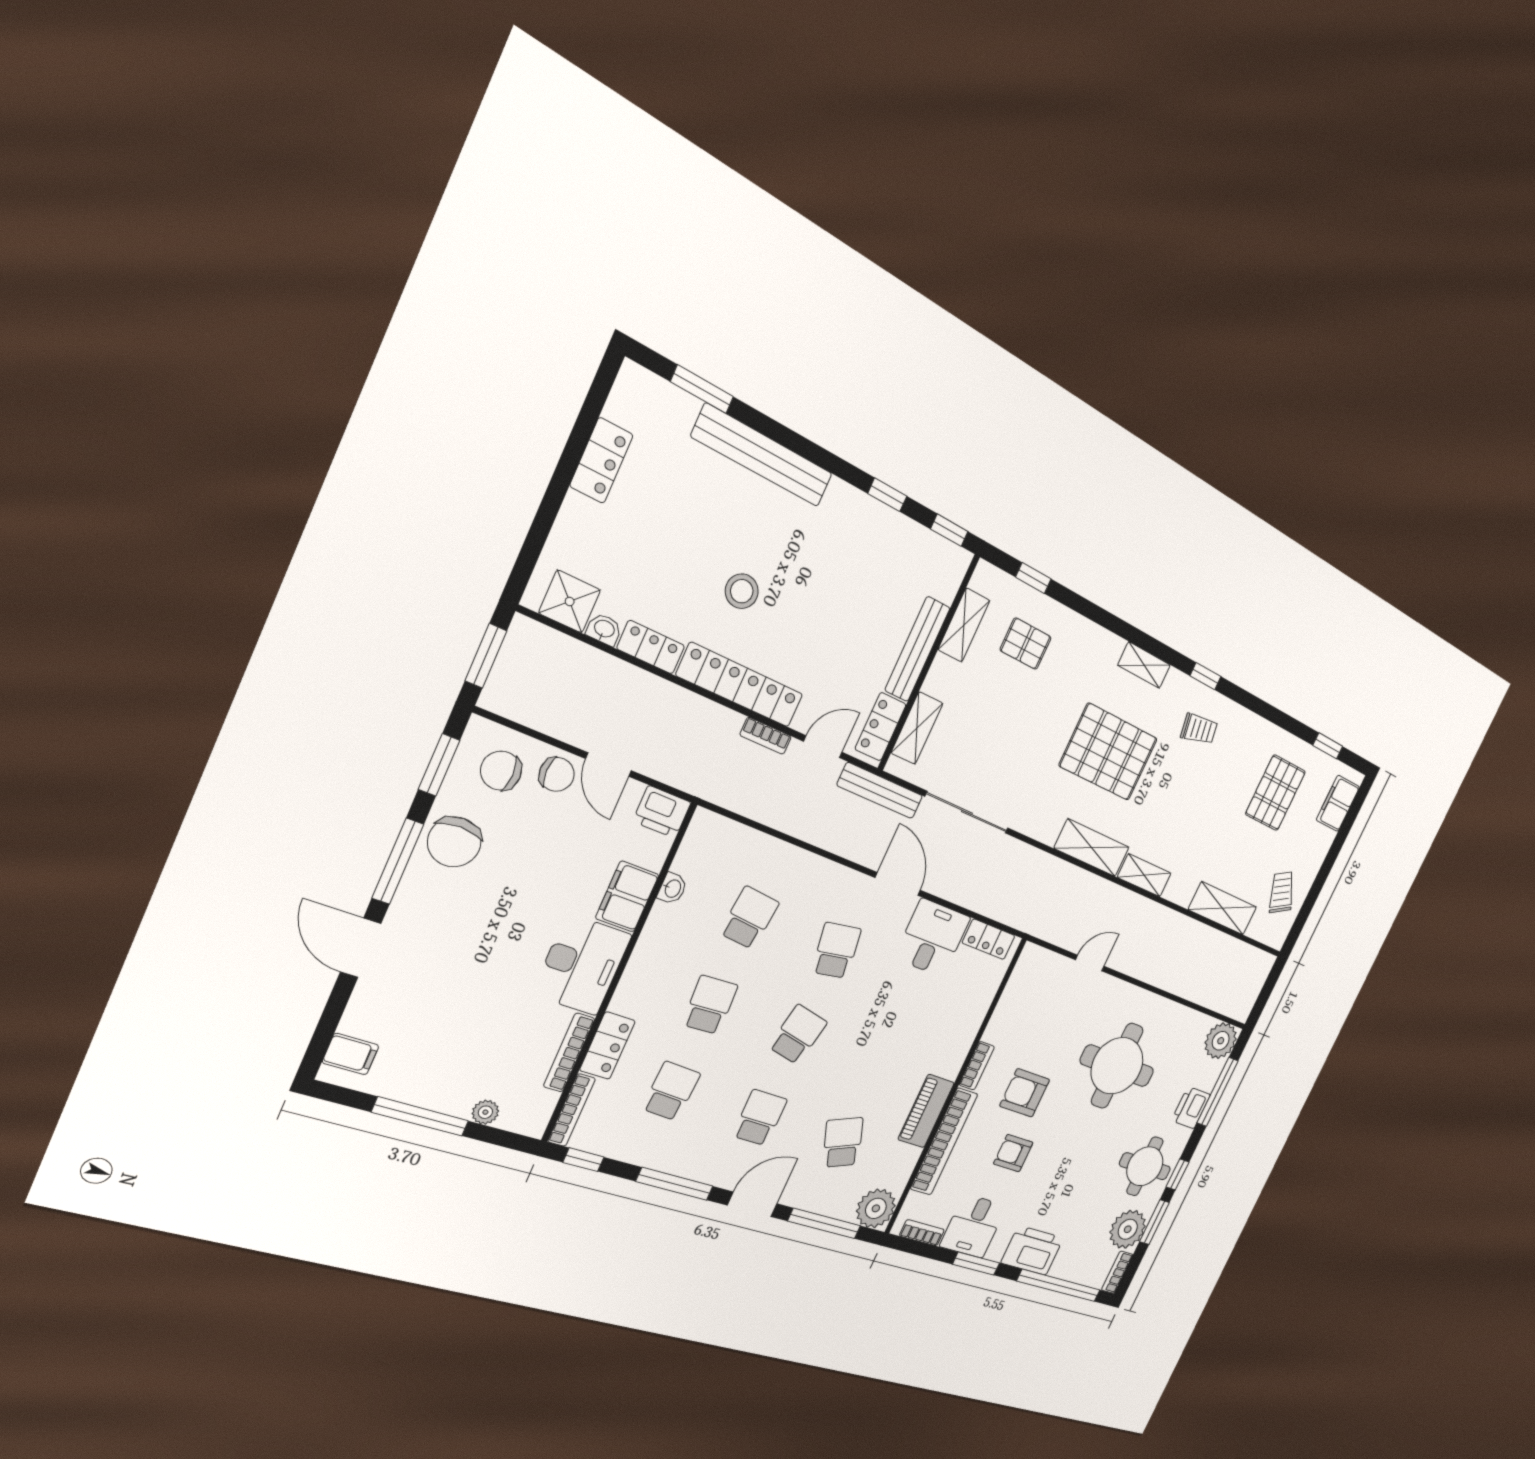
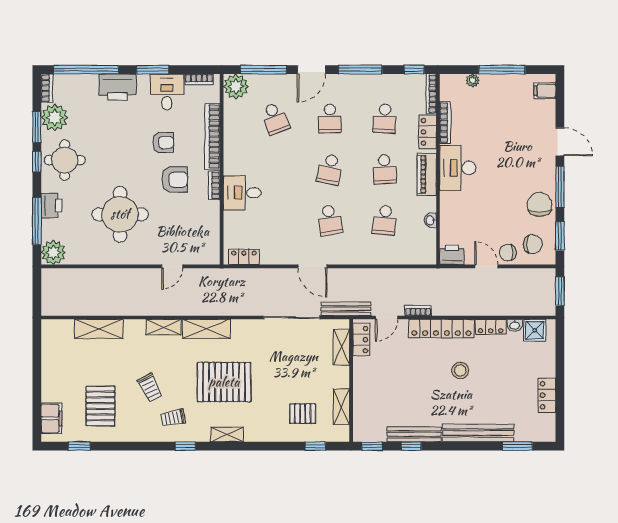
bench: (917, 649) -> (414, 434), moved, turned 90
trolley: (1282, 892) -> (150, 388), moved
filing cabinet: (627, 897) -> (451, 208), removed
desk: (932, 938) -> (242, 193), moved, turned 90
piano: (926, 1111) -> (427, 174), moved, turned 180

